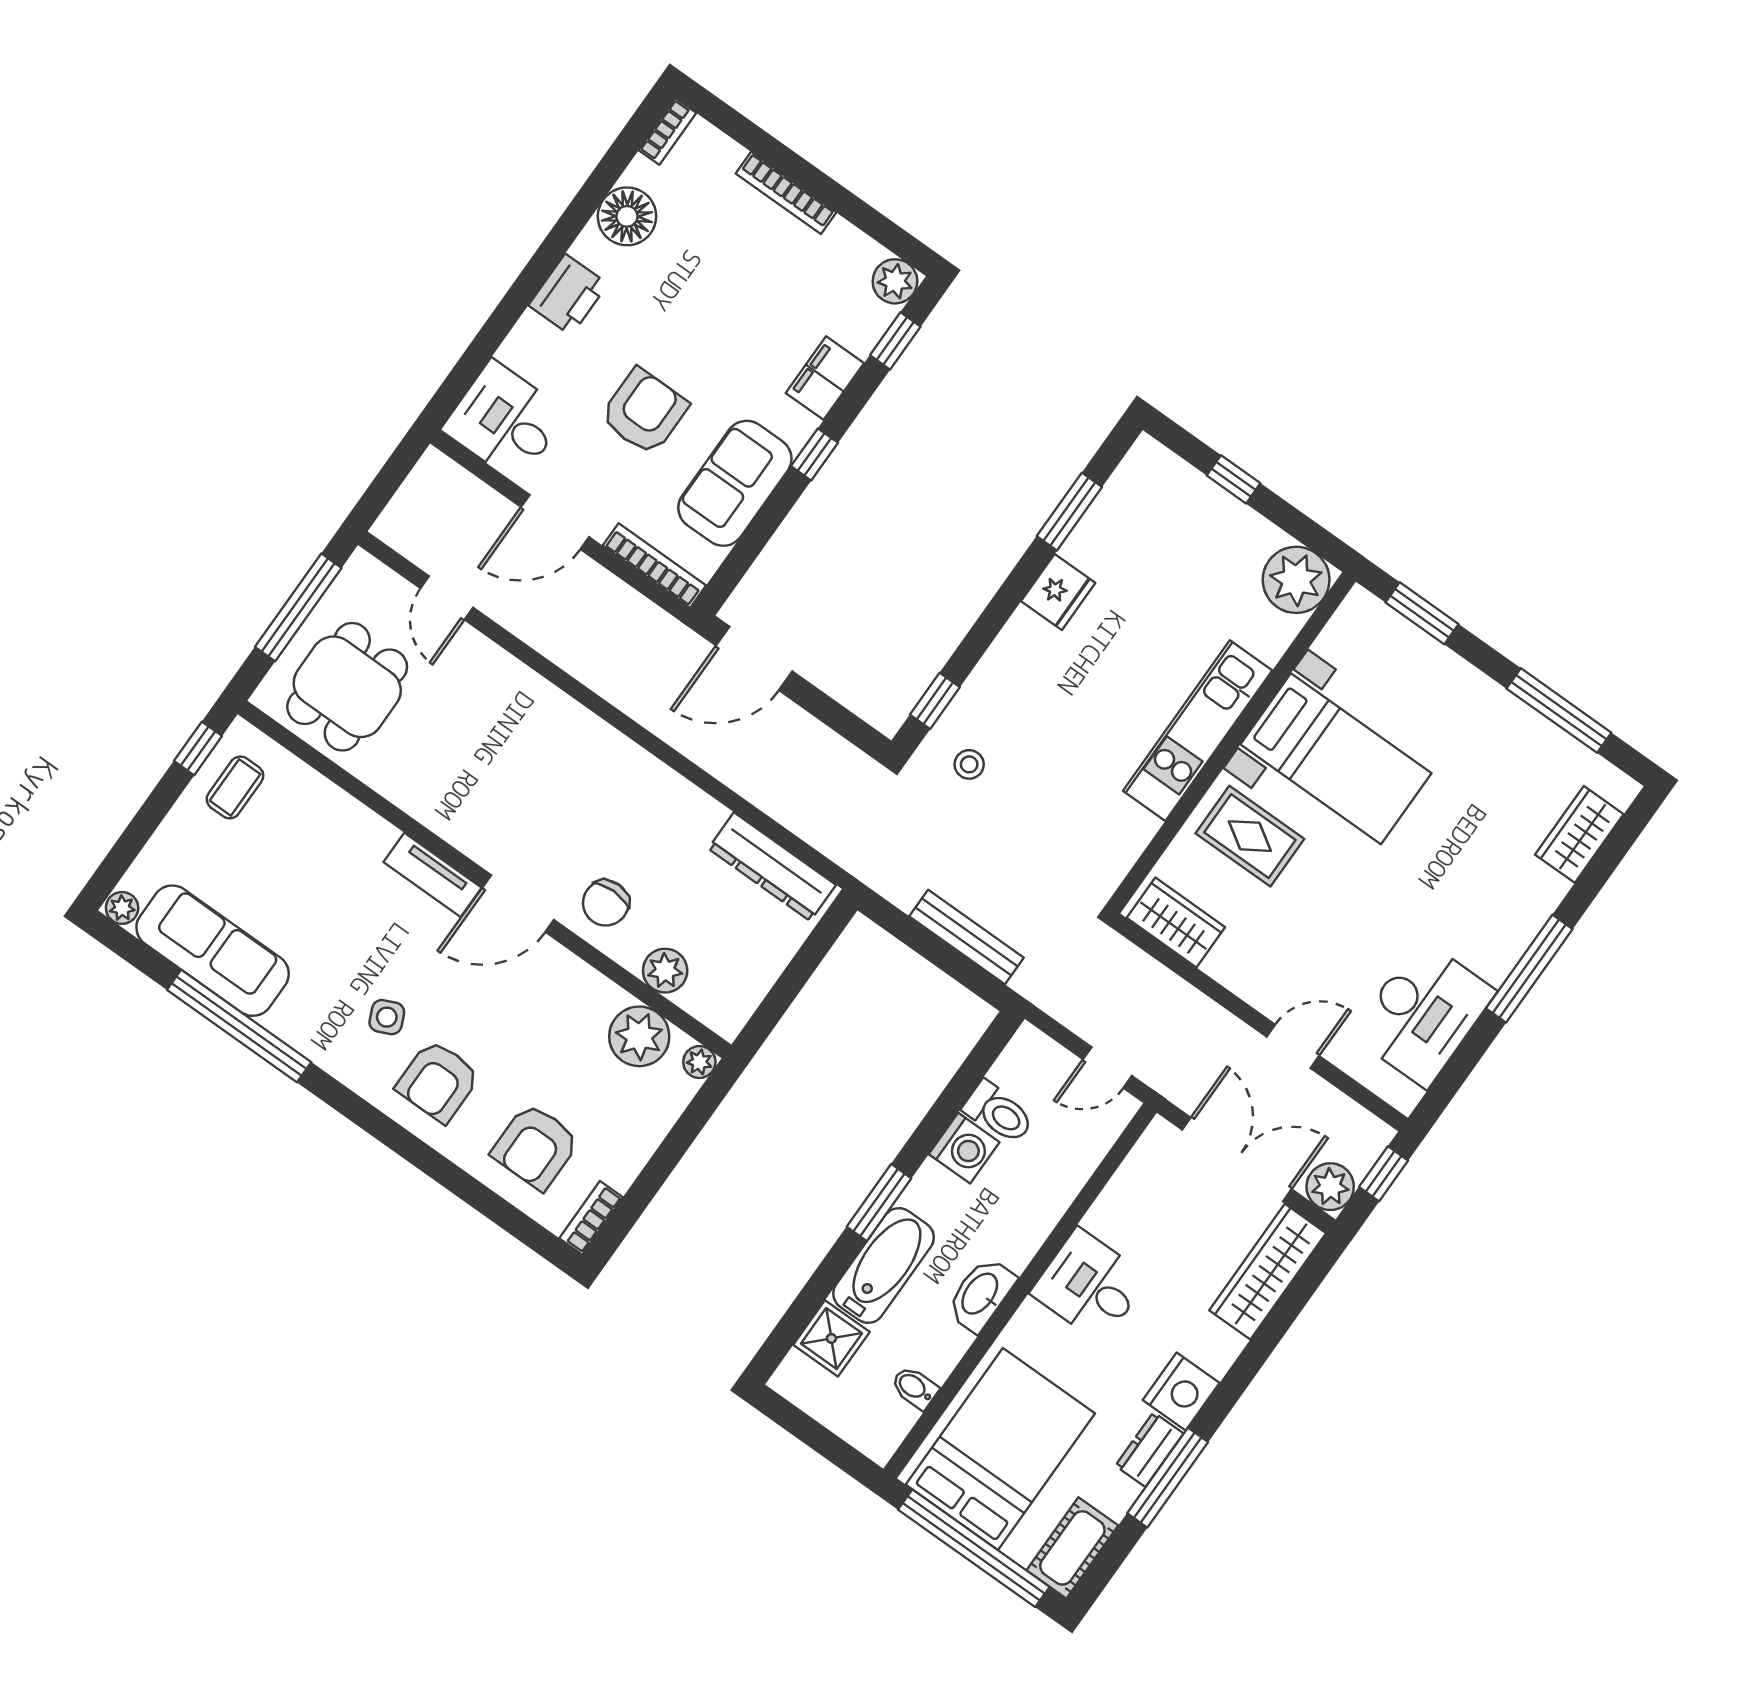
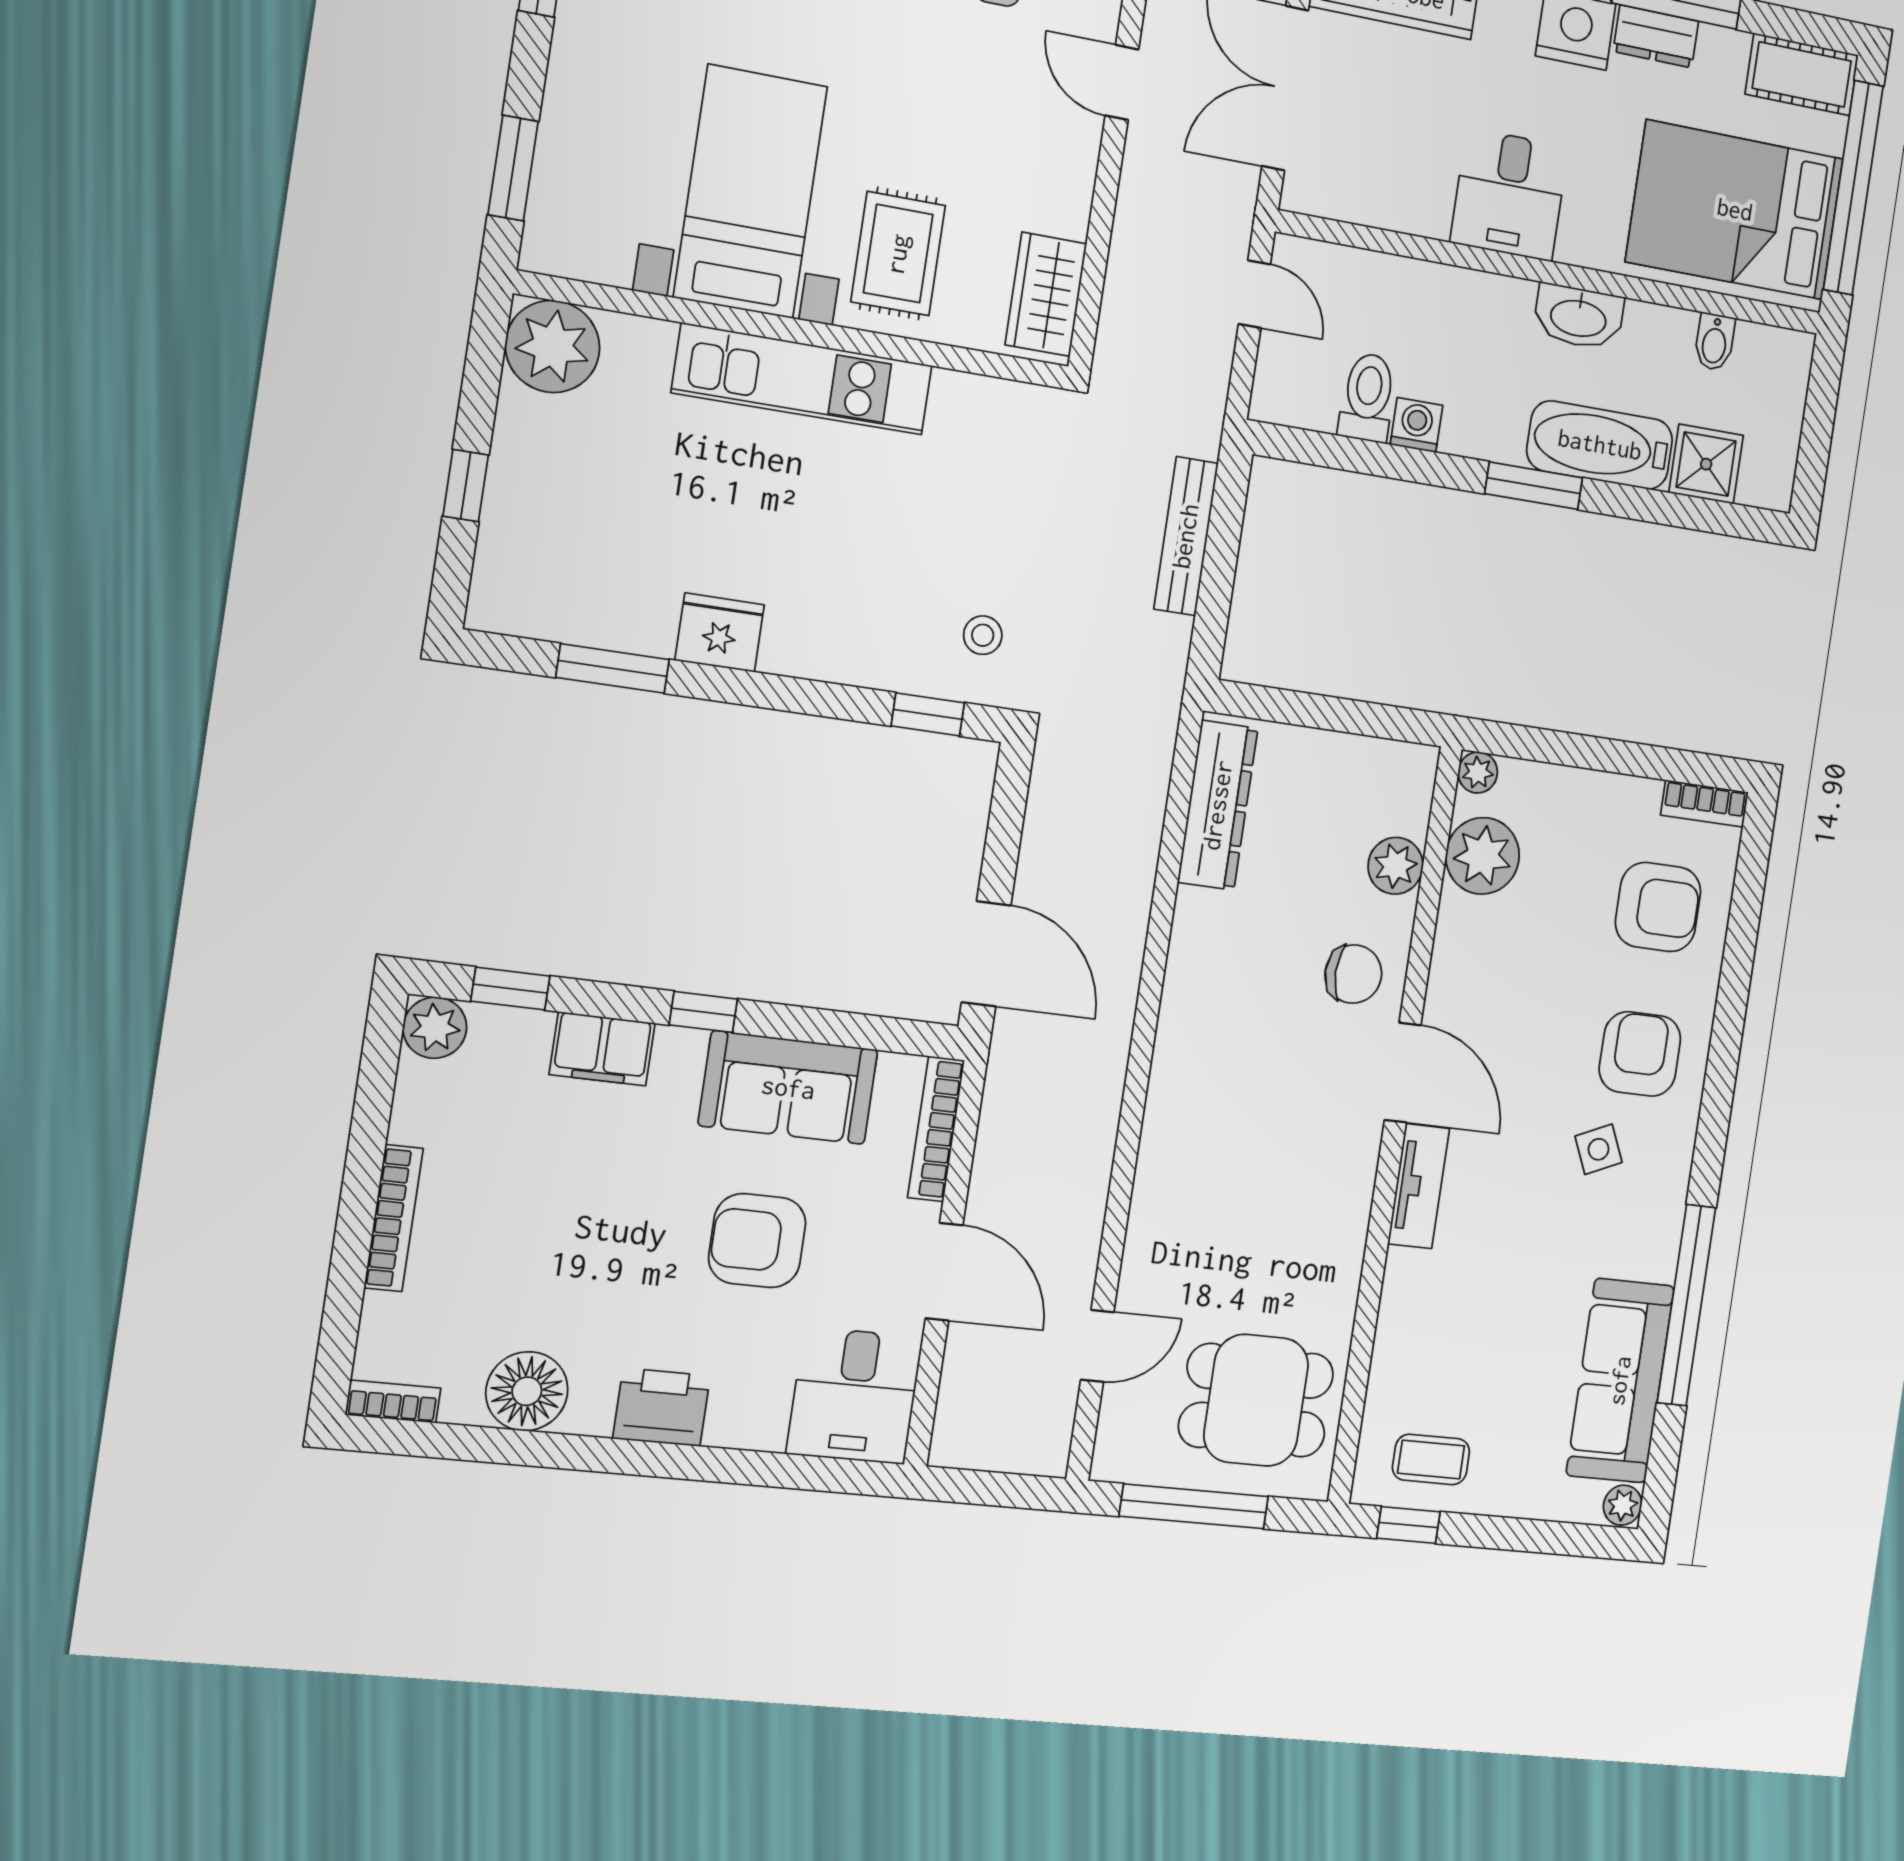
armchair: (438, 1081) -> (1640, 1054), turned -90
washing machine: (964, 1148) -> (1417, 425), width x0.73, depth x0.73

